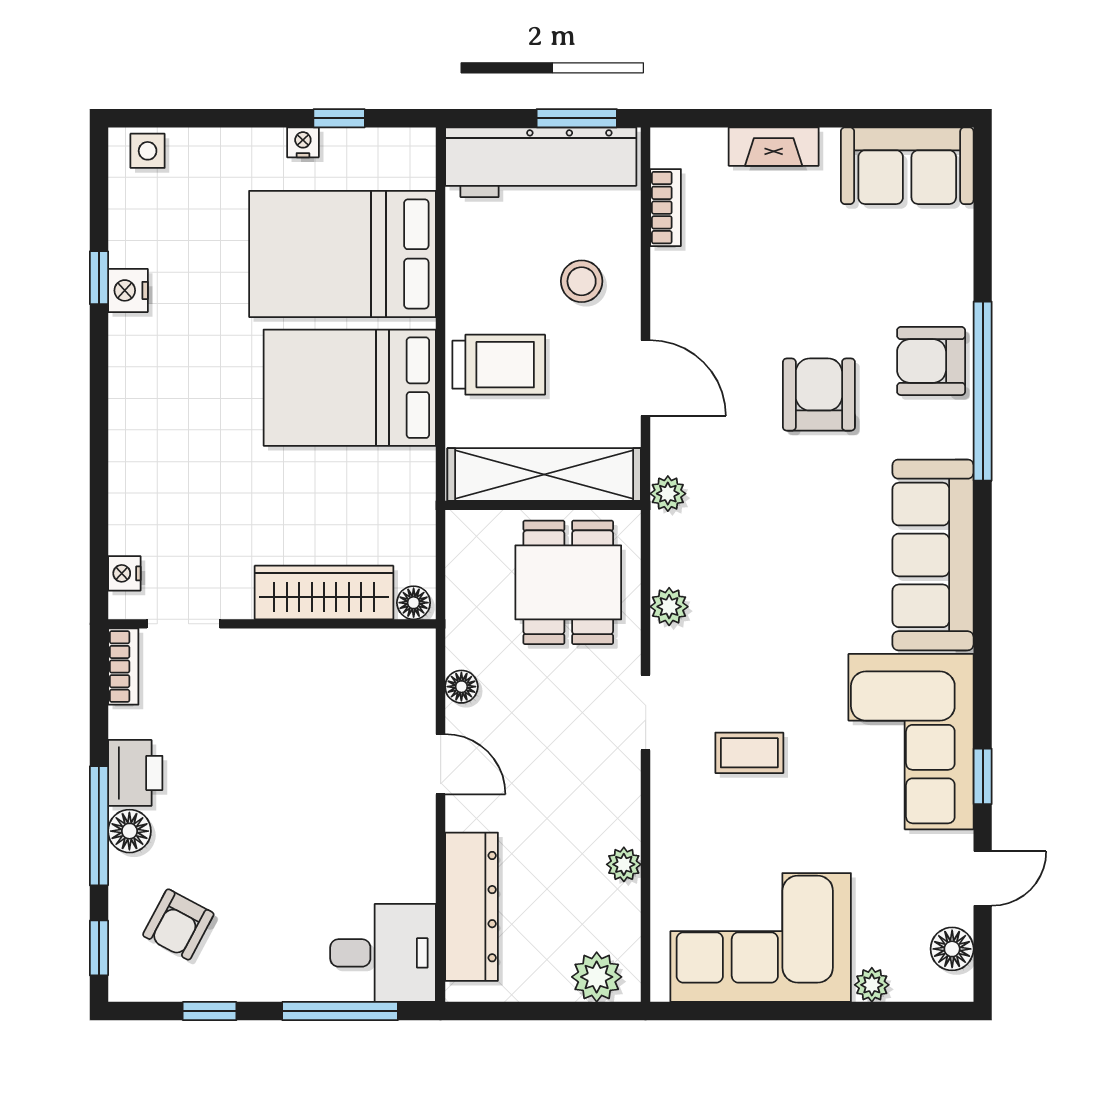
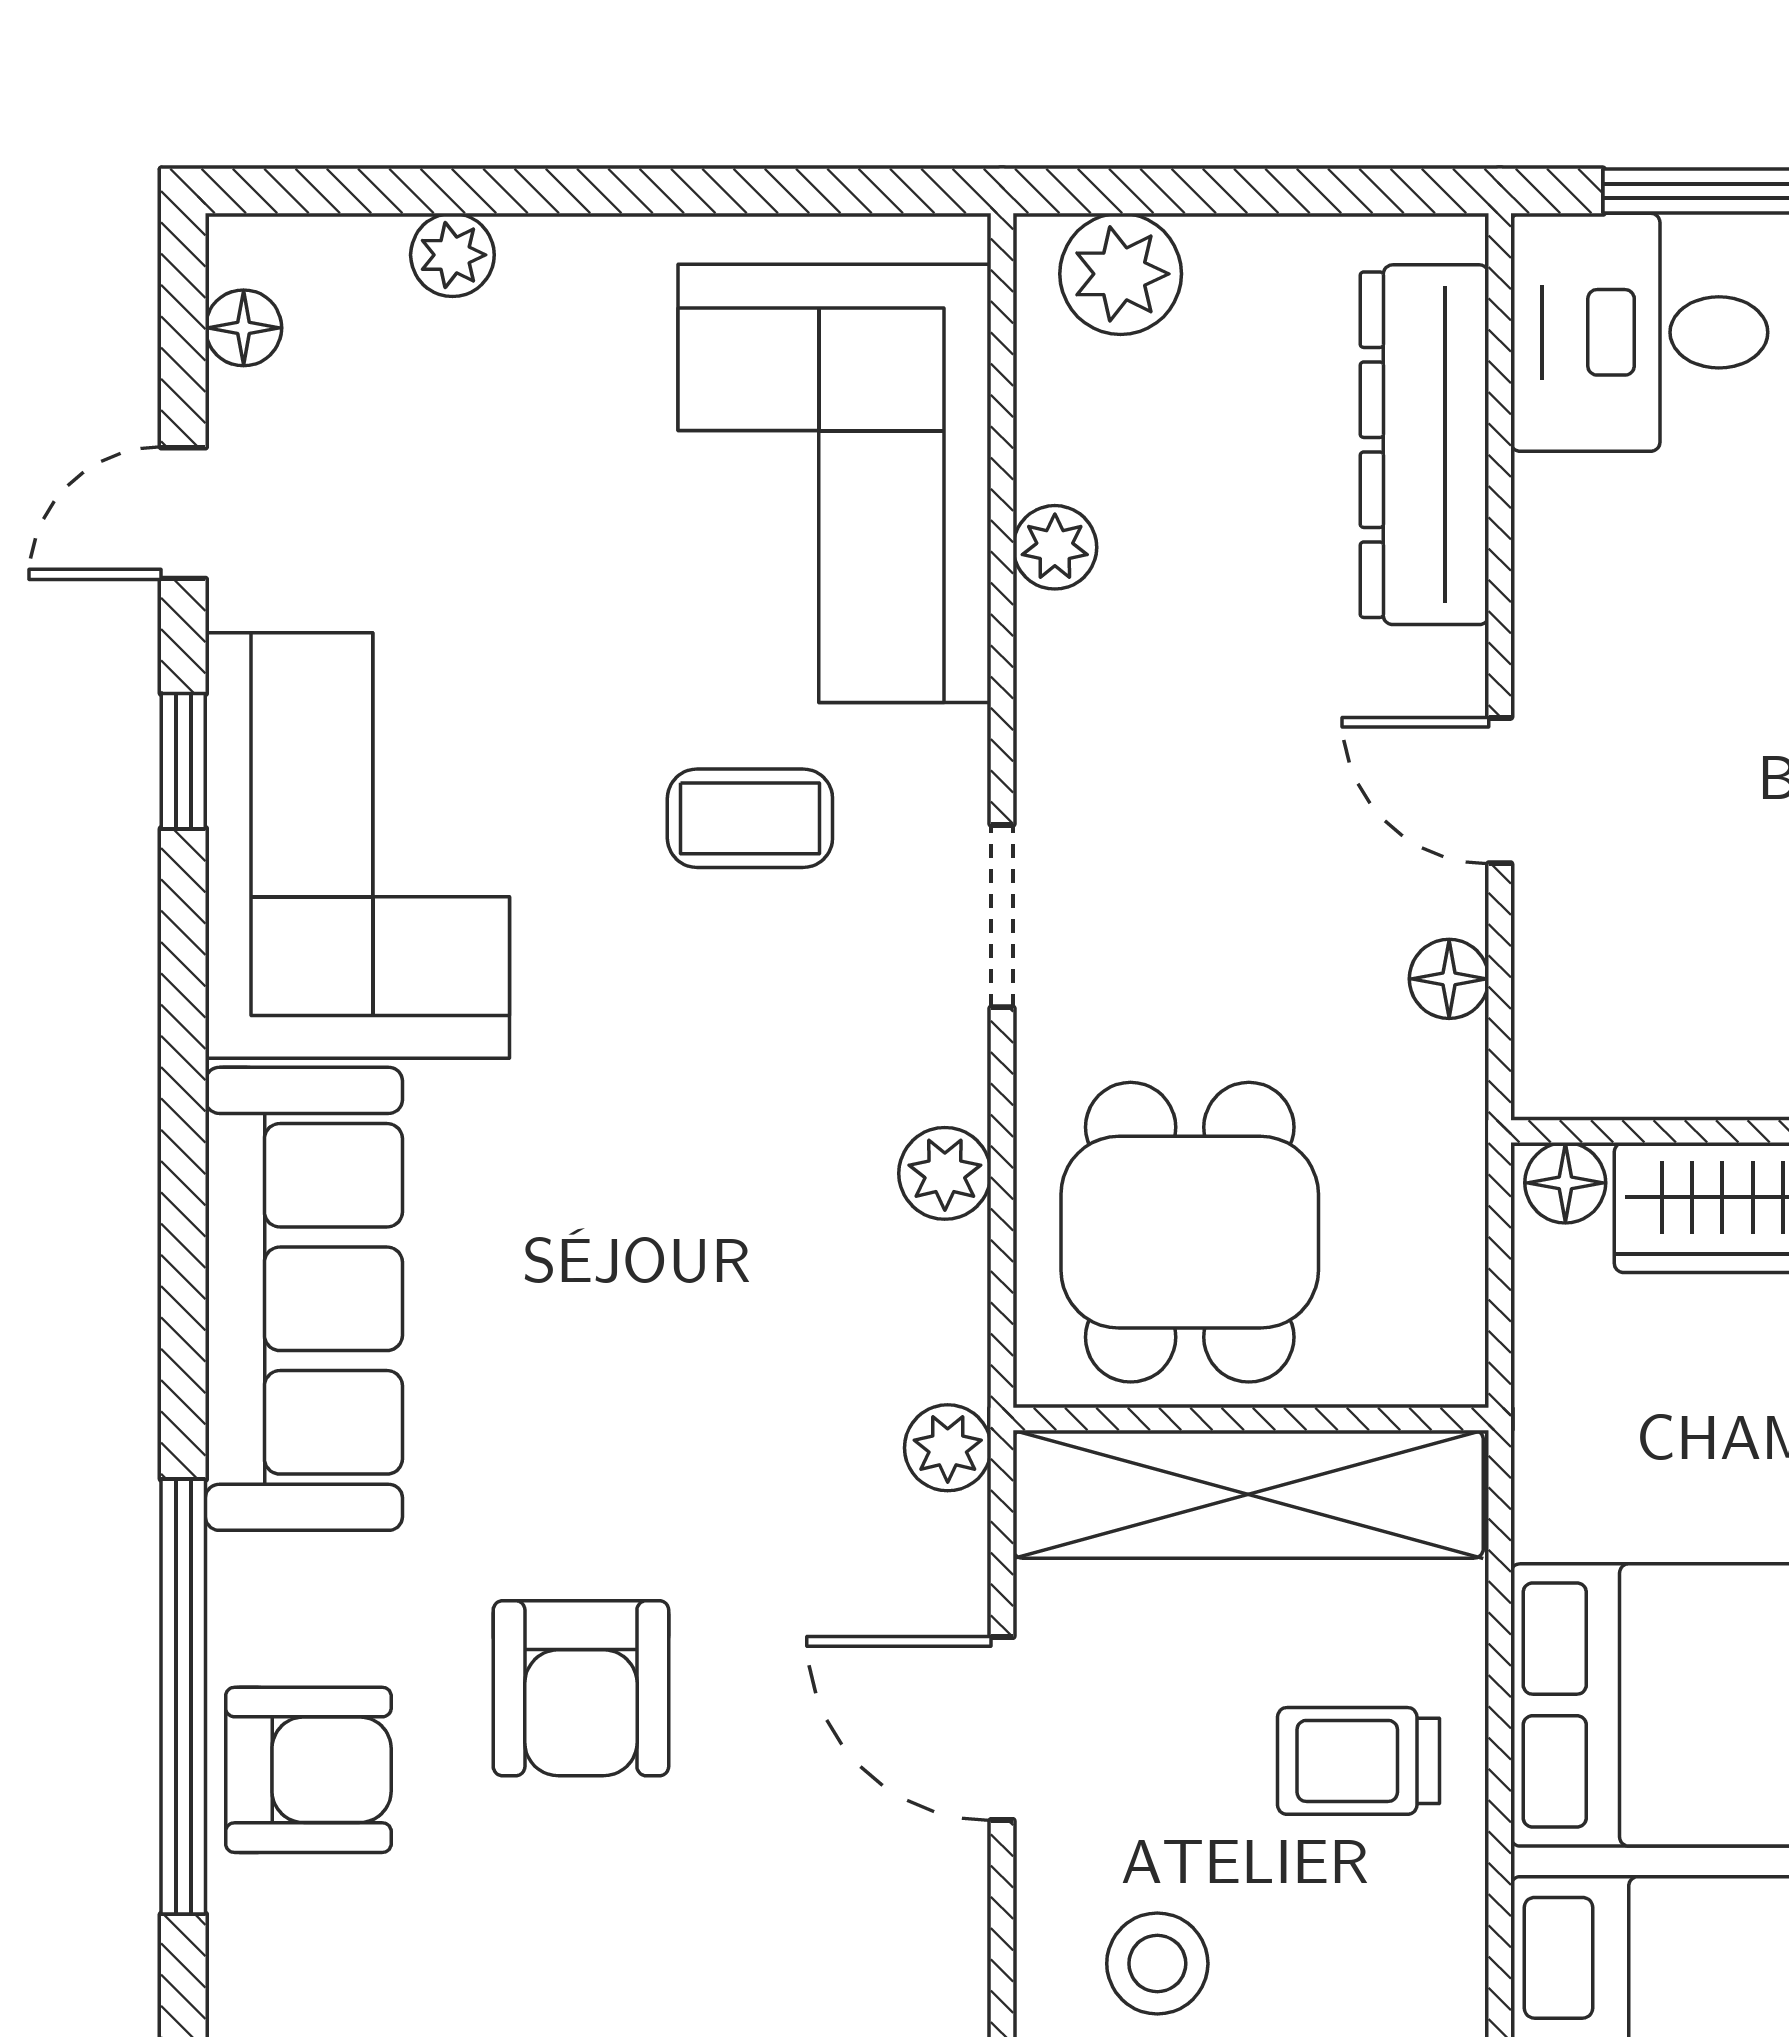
trolley: (499, 365) -> (1359, 1761), width x0.73, depth x0.72
corner sofa: (761, 938) -> (834, 483), moved, turned 90
floor lamp: (952, 949) -> (244, 328), width x0.73, depth x0.73

